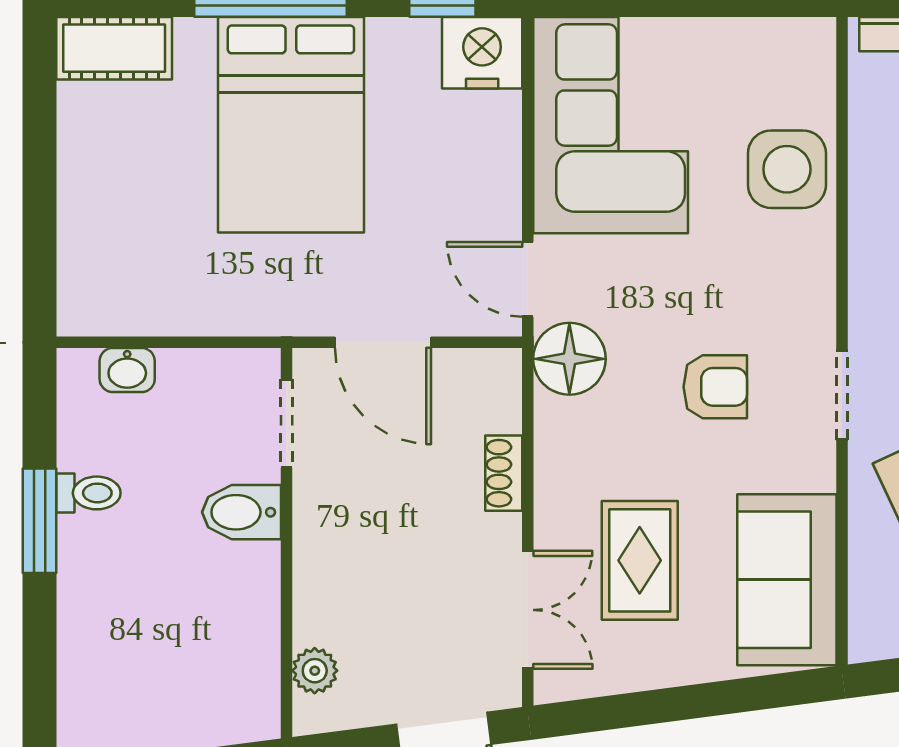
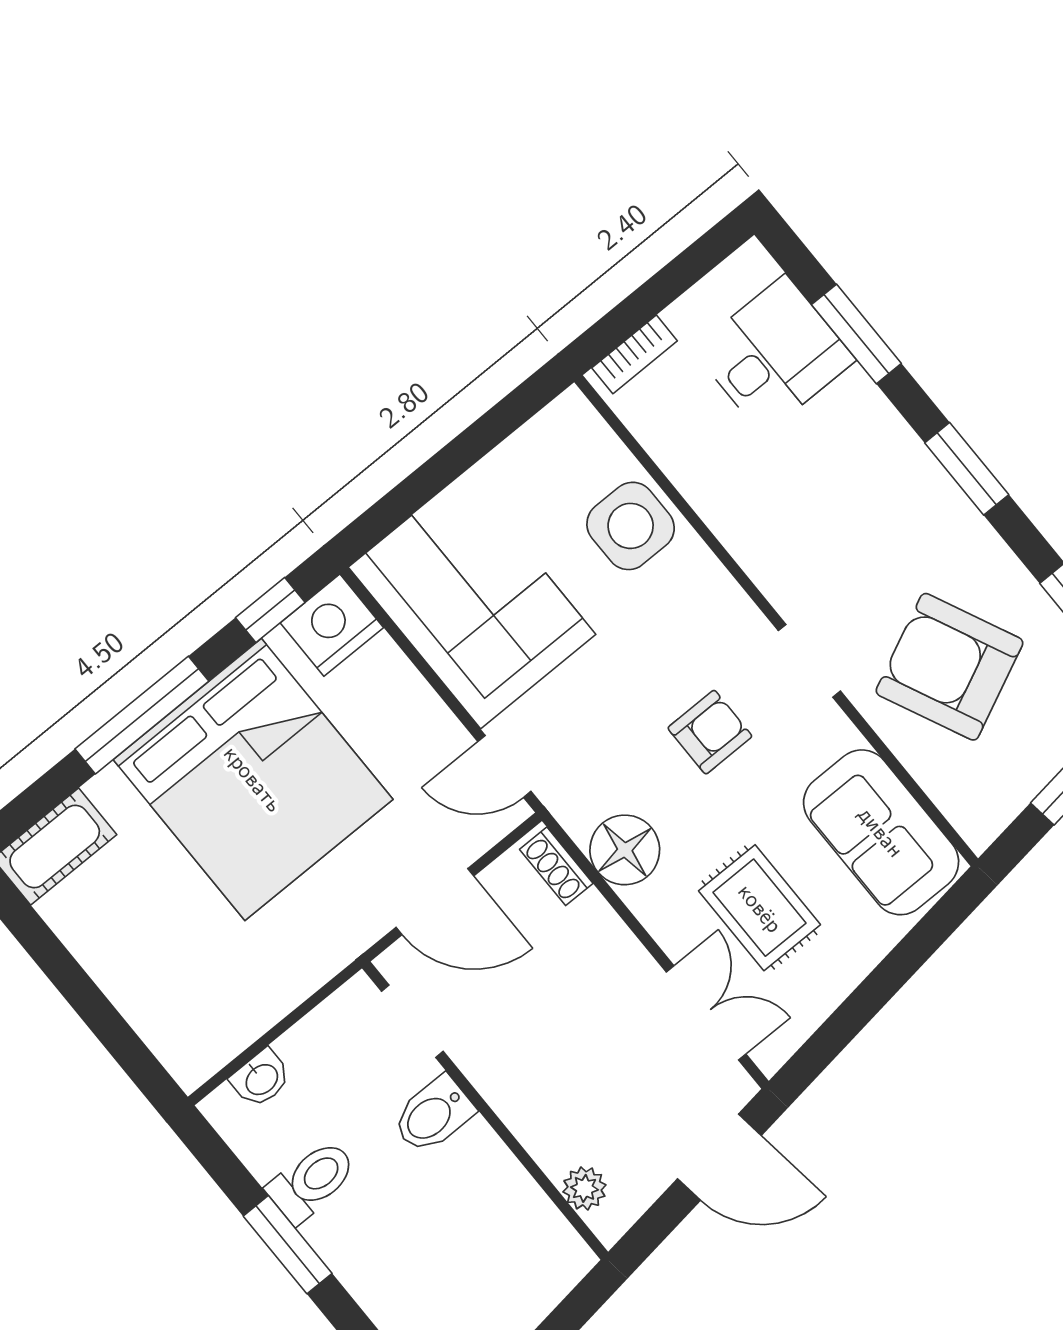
bed: (291, 125) -> (253, 779), width x1.36
floor lamp: (569, 359) -> (625, 850), moved
shoe rack: (504, 473) -> (556, 866), moved
toilet: (88, 493) -> (312, 1181), width x1.37, depth x1.39

